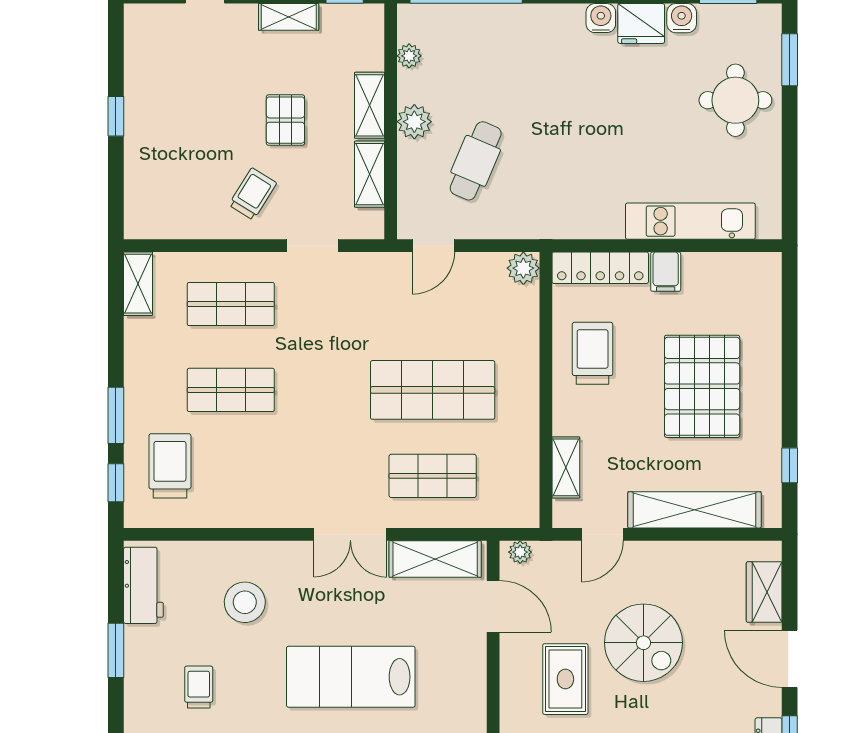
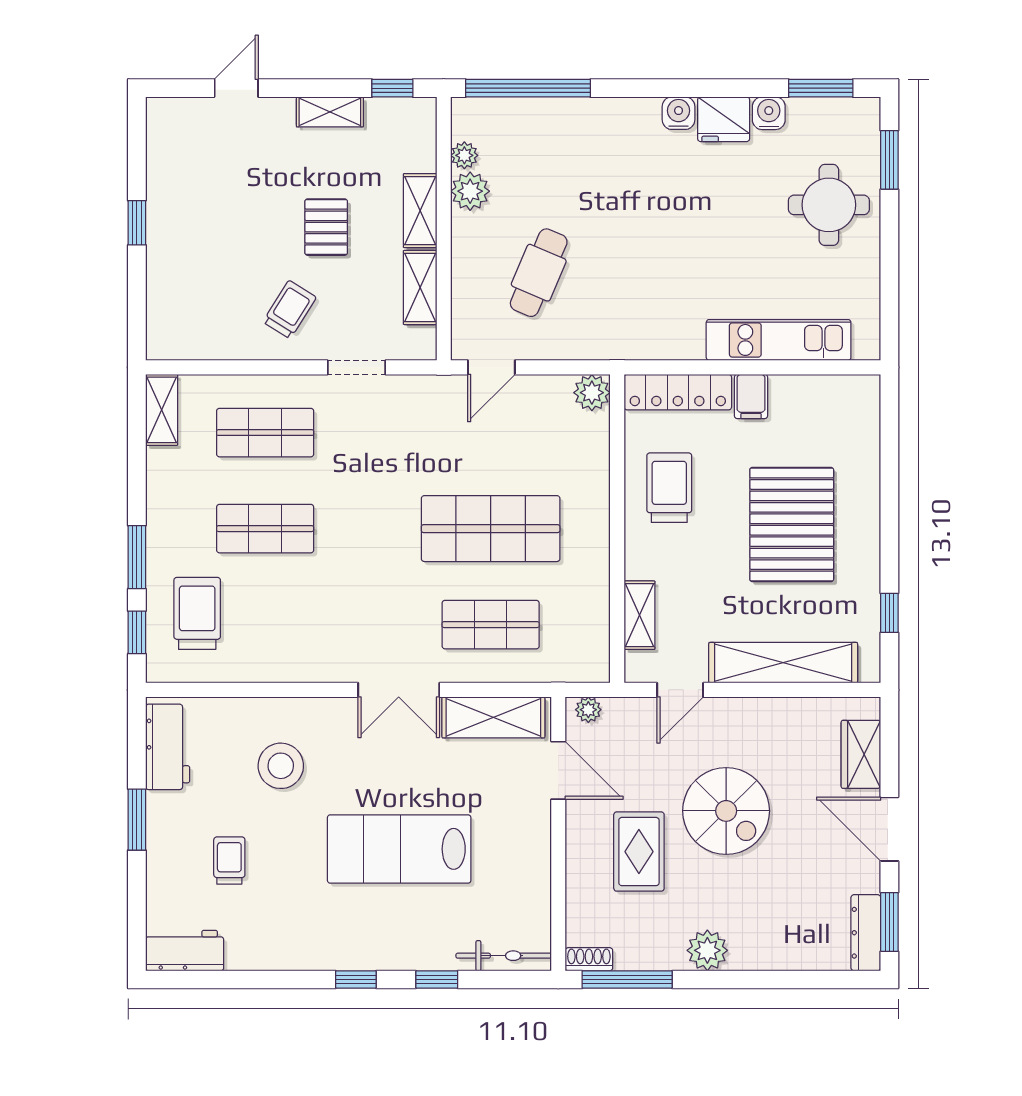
plant: (414, 122) -> (470, 191), moved

